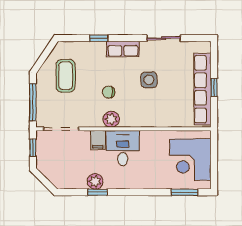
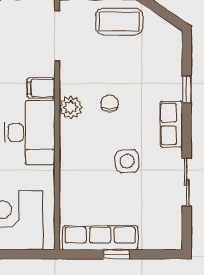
coffee table: (66, 76) -> (119, 22), moved
row of seats: (203, 89) -> (100, 238), width x0.73
desk: (123, 148) -> (29, 133), width x1.37

